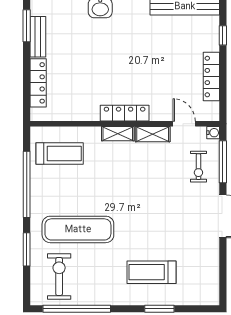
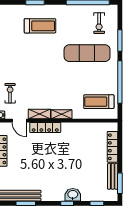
locker: (125, 113) -> (45, 127), moved
exercise bike: (59, 276) -> (99, 23), width x0.73, depth x0.72

